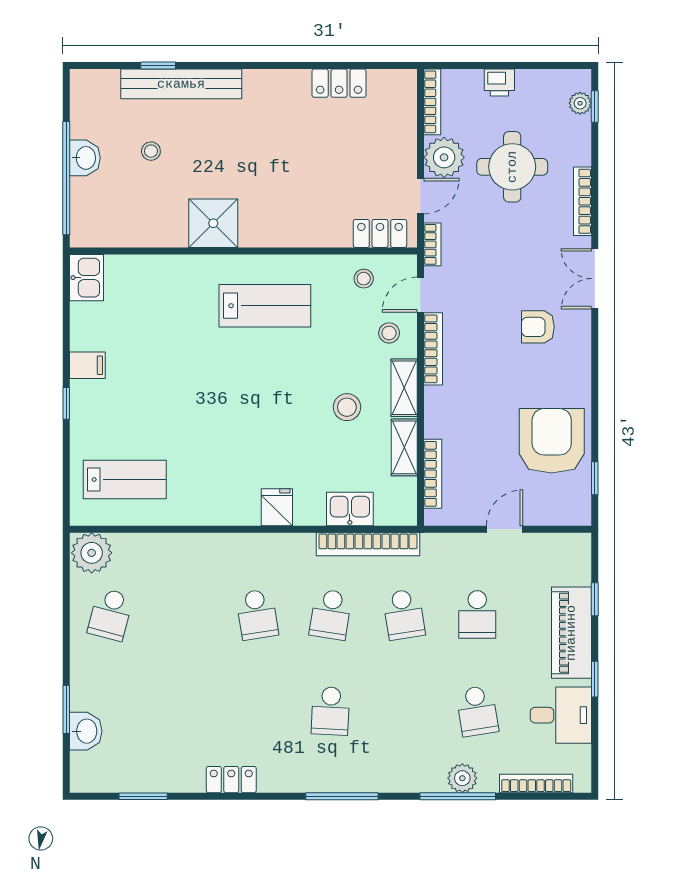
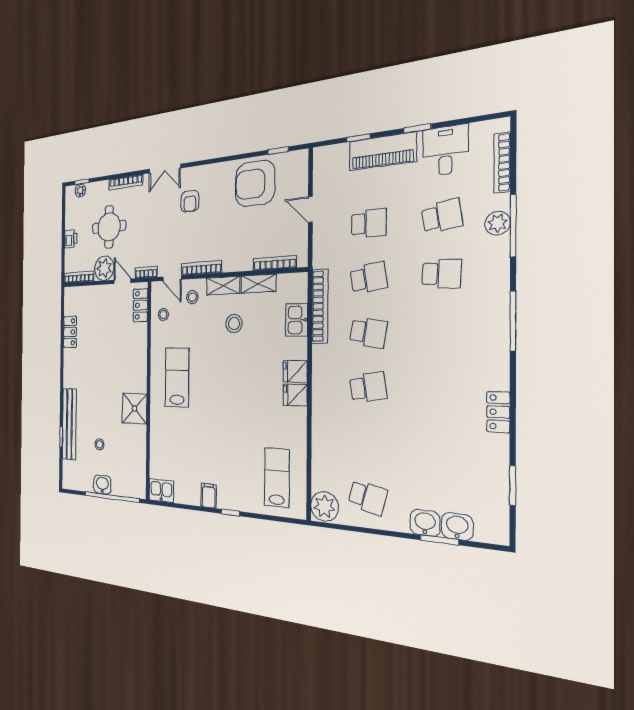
fridge: (244, 508) -> (295, 395), added
washbasin: (86, 691) -> (425, 523), added
school desk: (330, 711) -> (442, 274), moved

